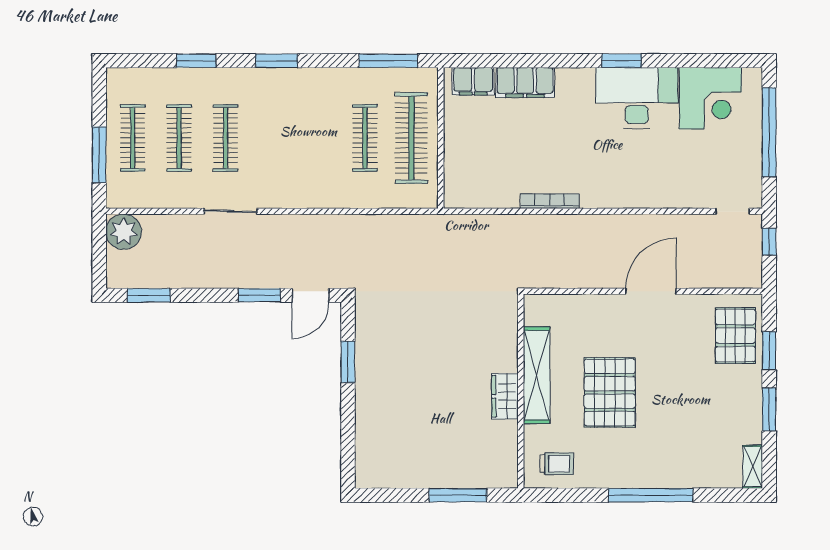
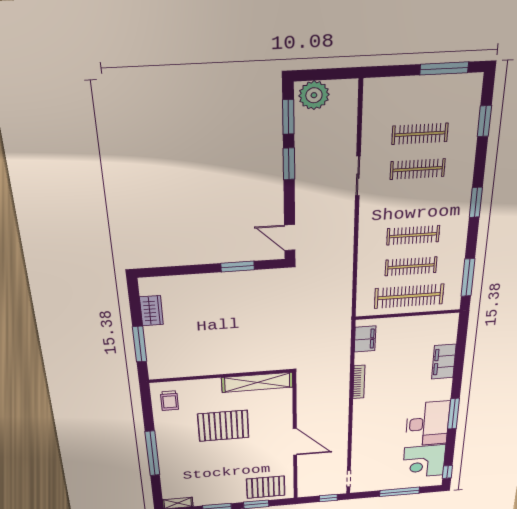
window: (196, 61) -> (484, 121), moved
window: (622, 61) -> (454, 414), width x1.44
window: (736, 61) -> (447, 472), added
filing cabinet: (473, 81) -> (365, 339), moved, turned 180
window: (769, 132) -> (400, 492), width x0.68
clothes rail: (133, 138) -> (413, 235), moved
window: (99, 155) -> (444, 68), moved
plant: (124, 232) -> (314, 95), moved
window: (259, 295) -> (289, 164), moved
shelving: (537, 375) -> (257, 382), moved
wardrobe: (505, 396) -> (151, 311), moved, turned 90

